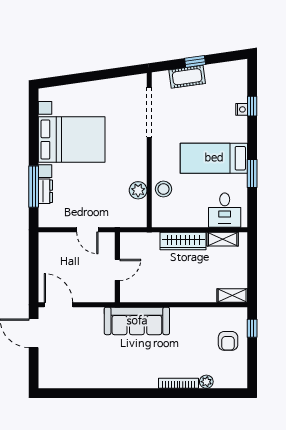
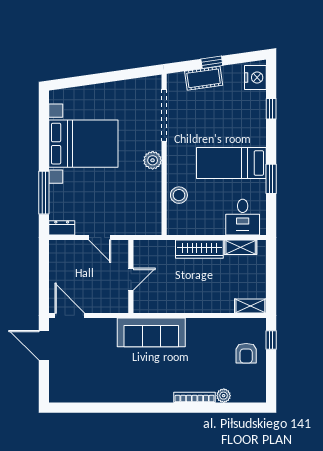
nightstand: (242, 109) -> (255, 77), moved, width x1.89, depth x1.79
plant: (138, 190) -> (153, 160), moved
dresser: (45, 191) -> (62, 228), moved, turned -90

